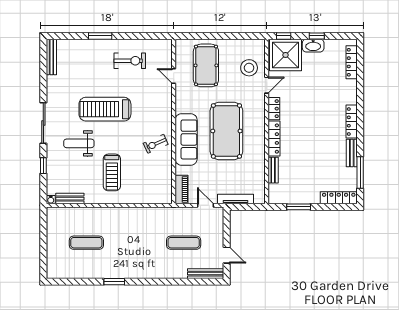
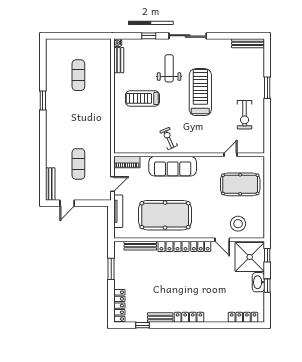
pool table: (226, 131) -> (165, 215), moved
bench: (273, 170) -> (140, 246), width x1.36
window: (360, 172) -> (143, 325), width x0.46

